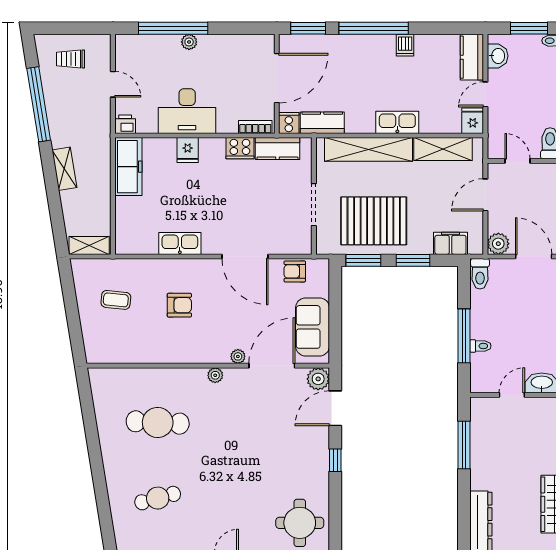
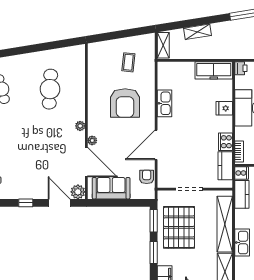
shelving: (64, 169) -> (198, 32), moved
armchair: (179, 305) -> (125, 103), width x1.88, depth x1.88

